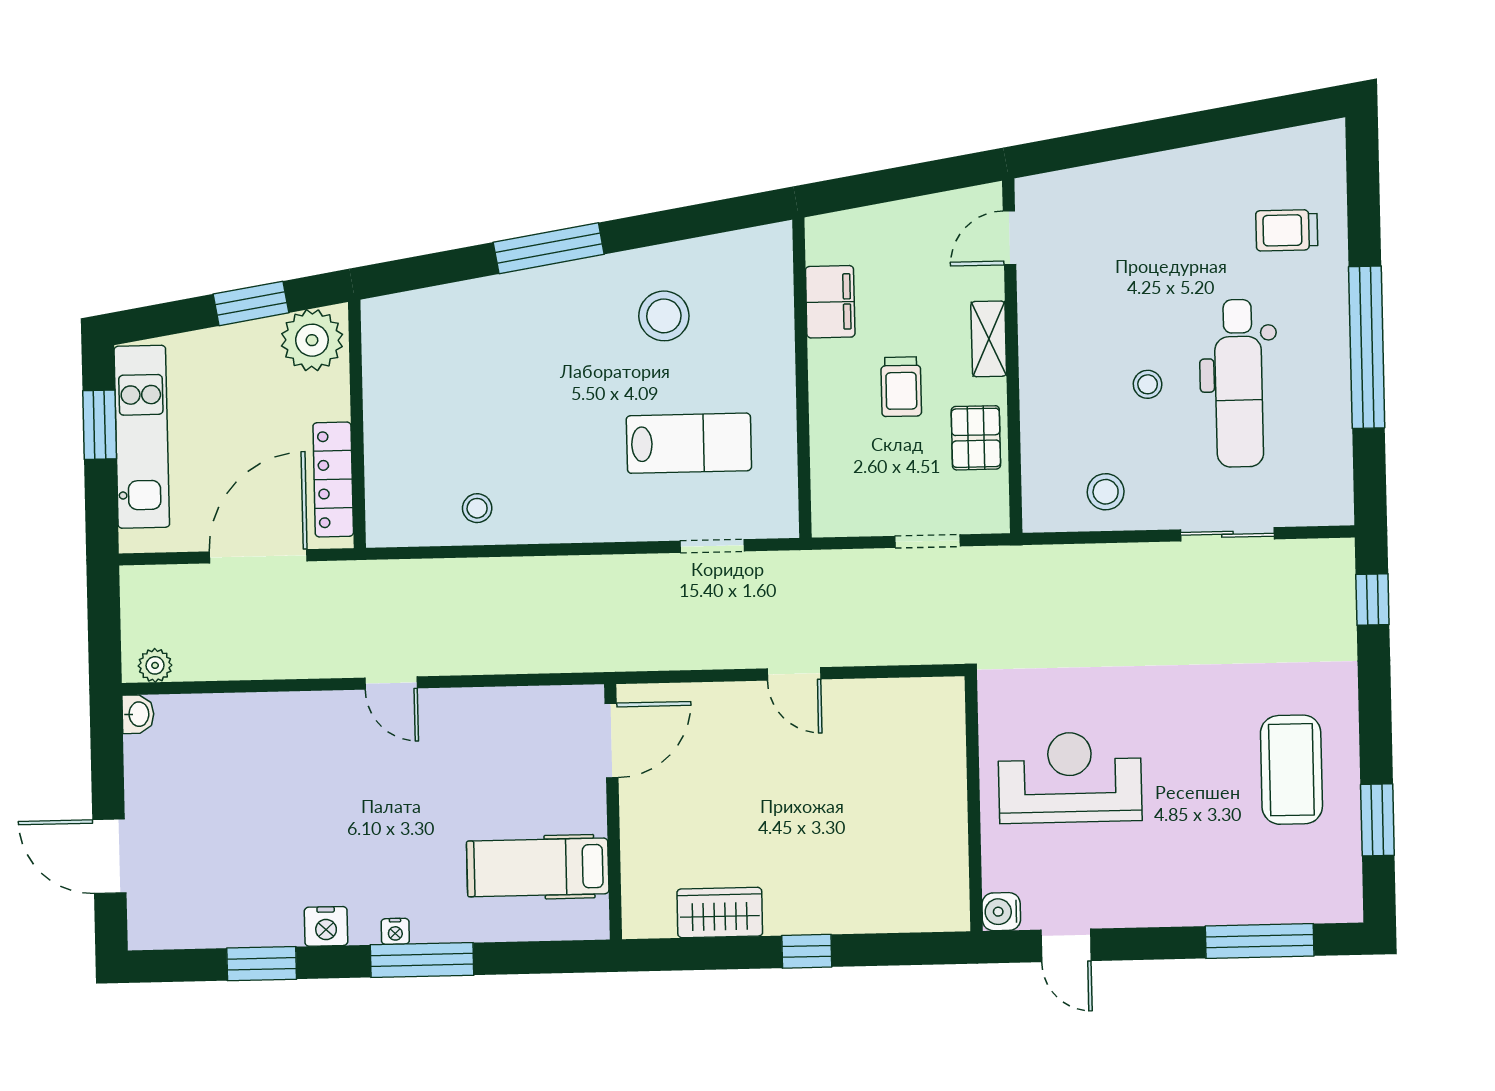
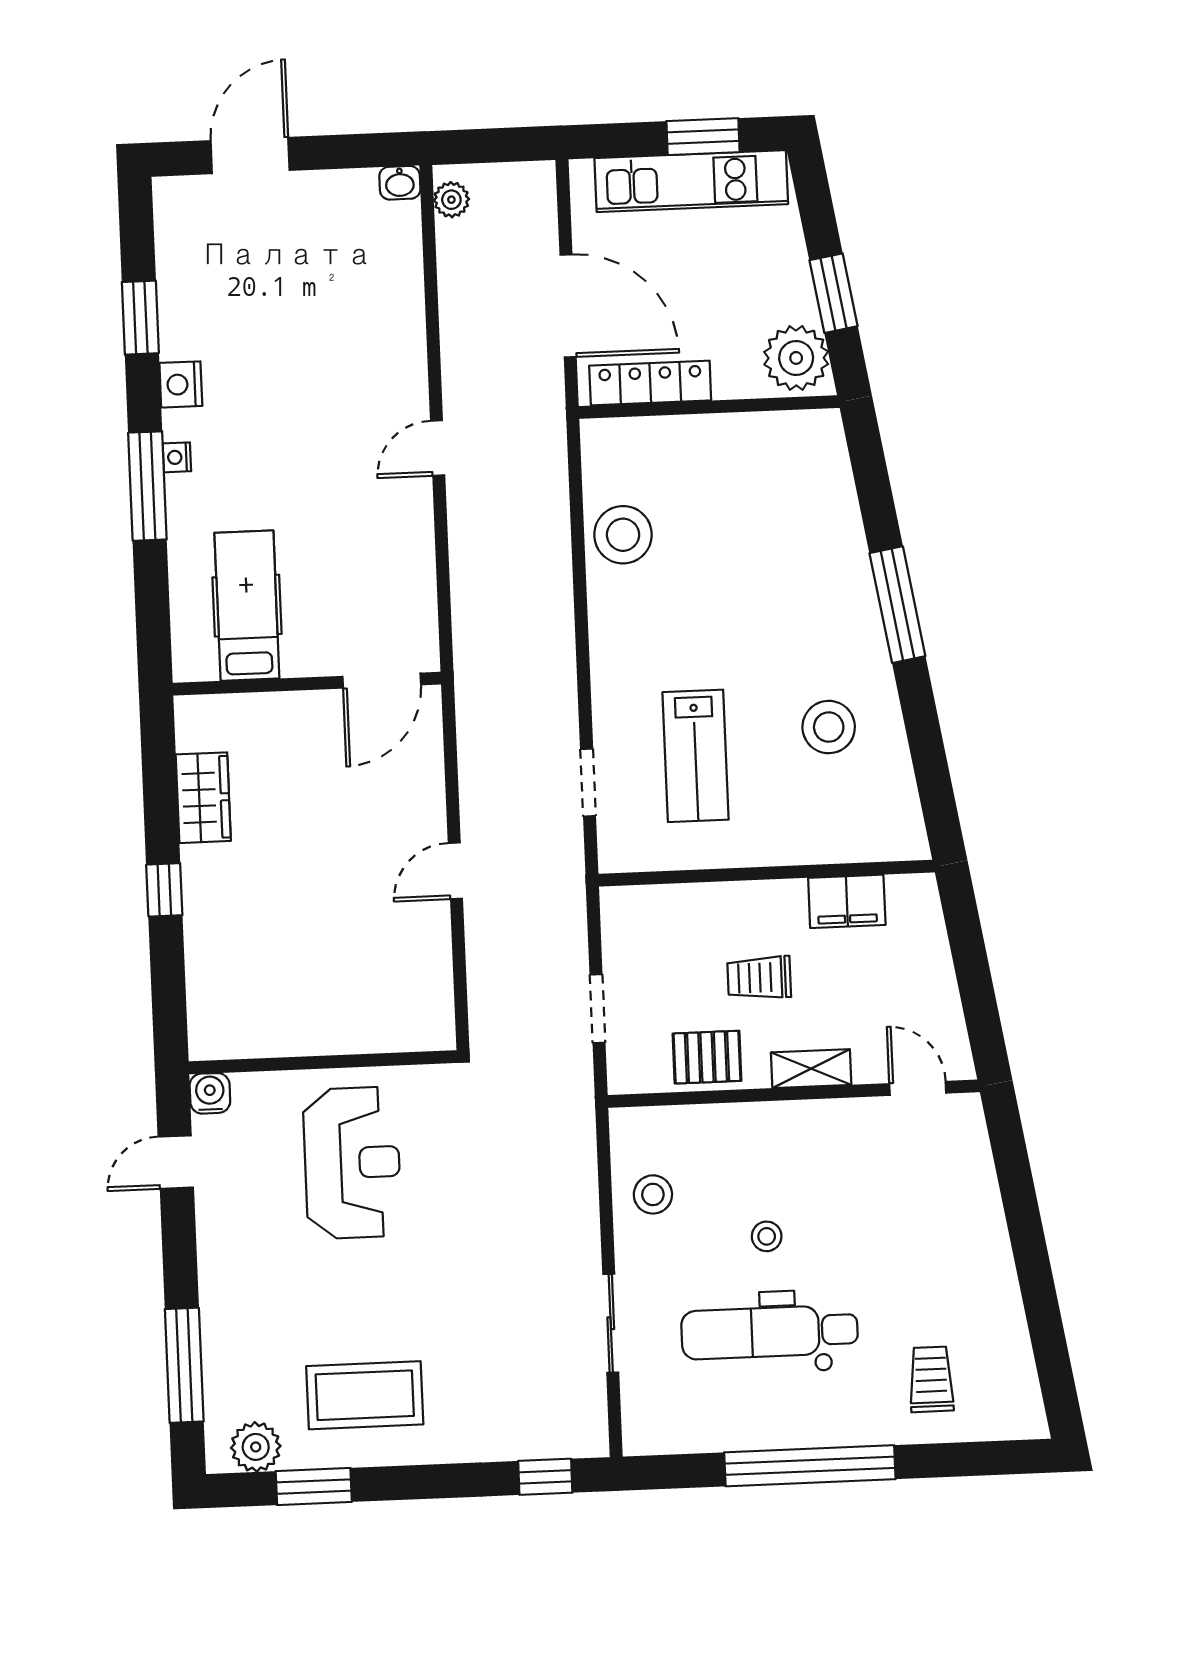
stool: (477, 508) -> (623, 535), width x1.89, depth x1.89
door: (611, 740) -> (382, 681), hinge flipped
plant: (1339, 874) -> (256, 1447), added

